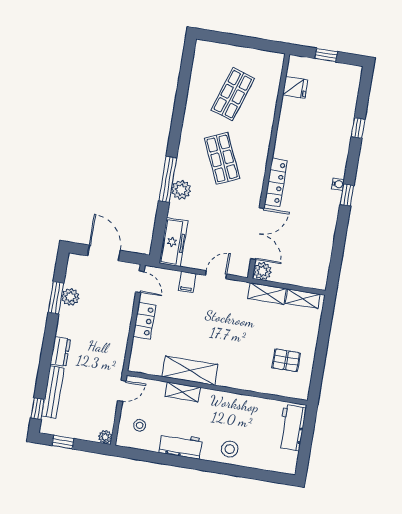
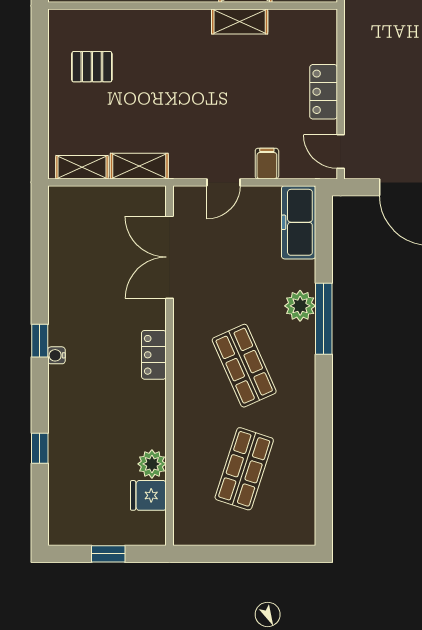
locker: (276, 182) -> (154, 355), width x0.66
plant: (262, 271) -> (152, 464), moved
shelving: (190, 371) -> (240, 22), width x0.67, depth x0.75

